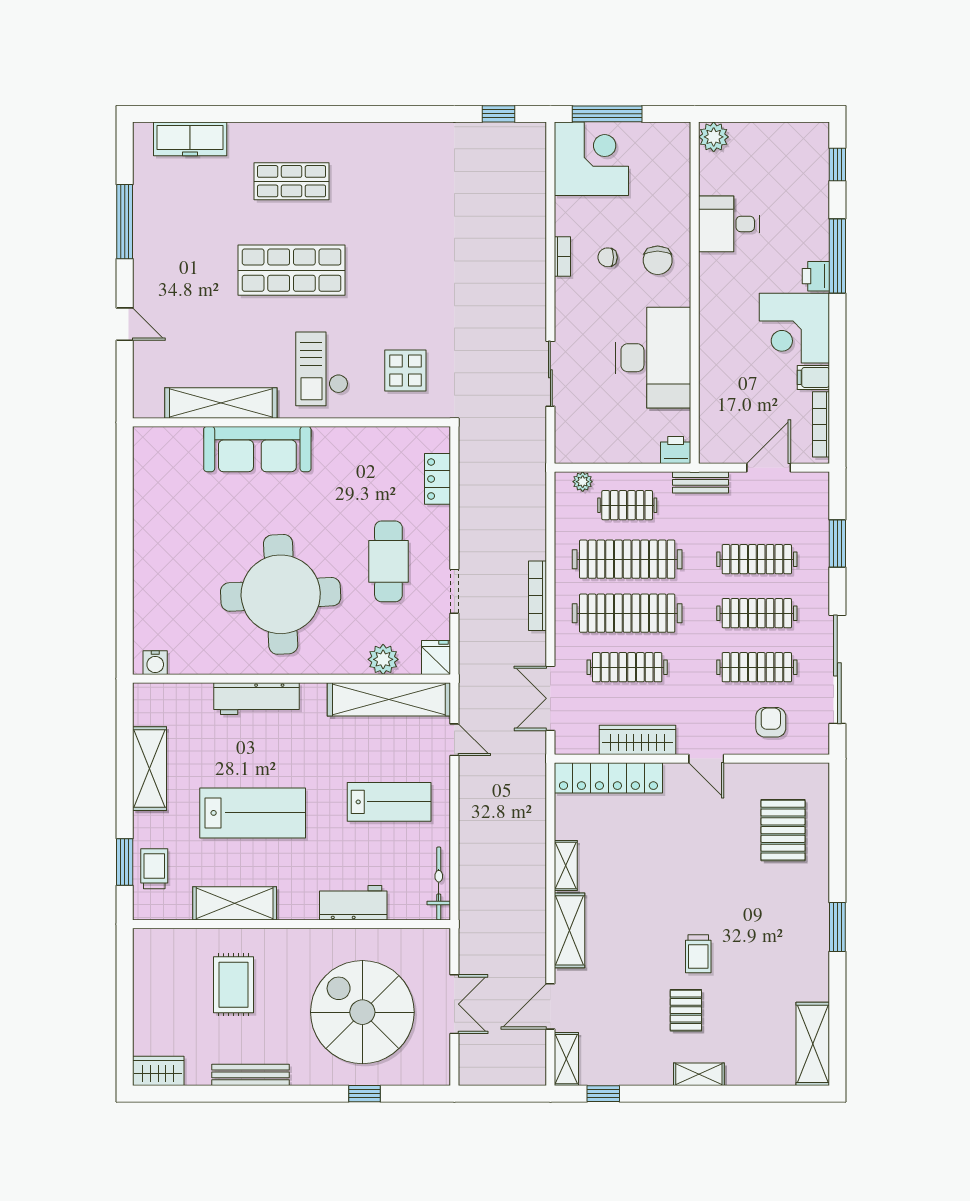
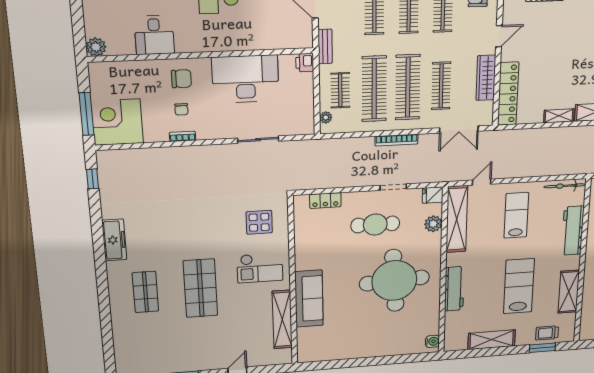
freezer: (190, 139) -> (114, 240), moved
workbench: (353, 903) -> (573, 231), width x1.38

